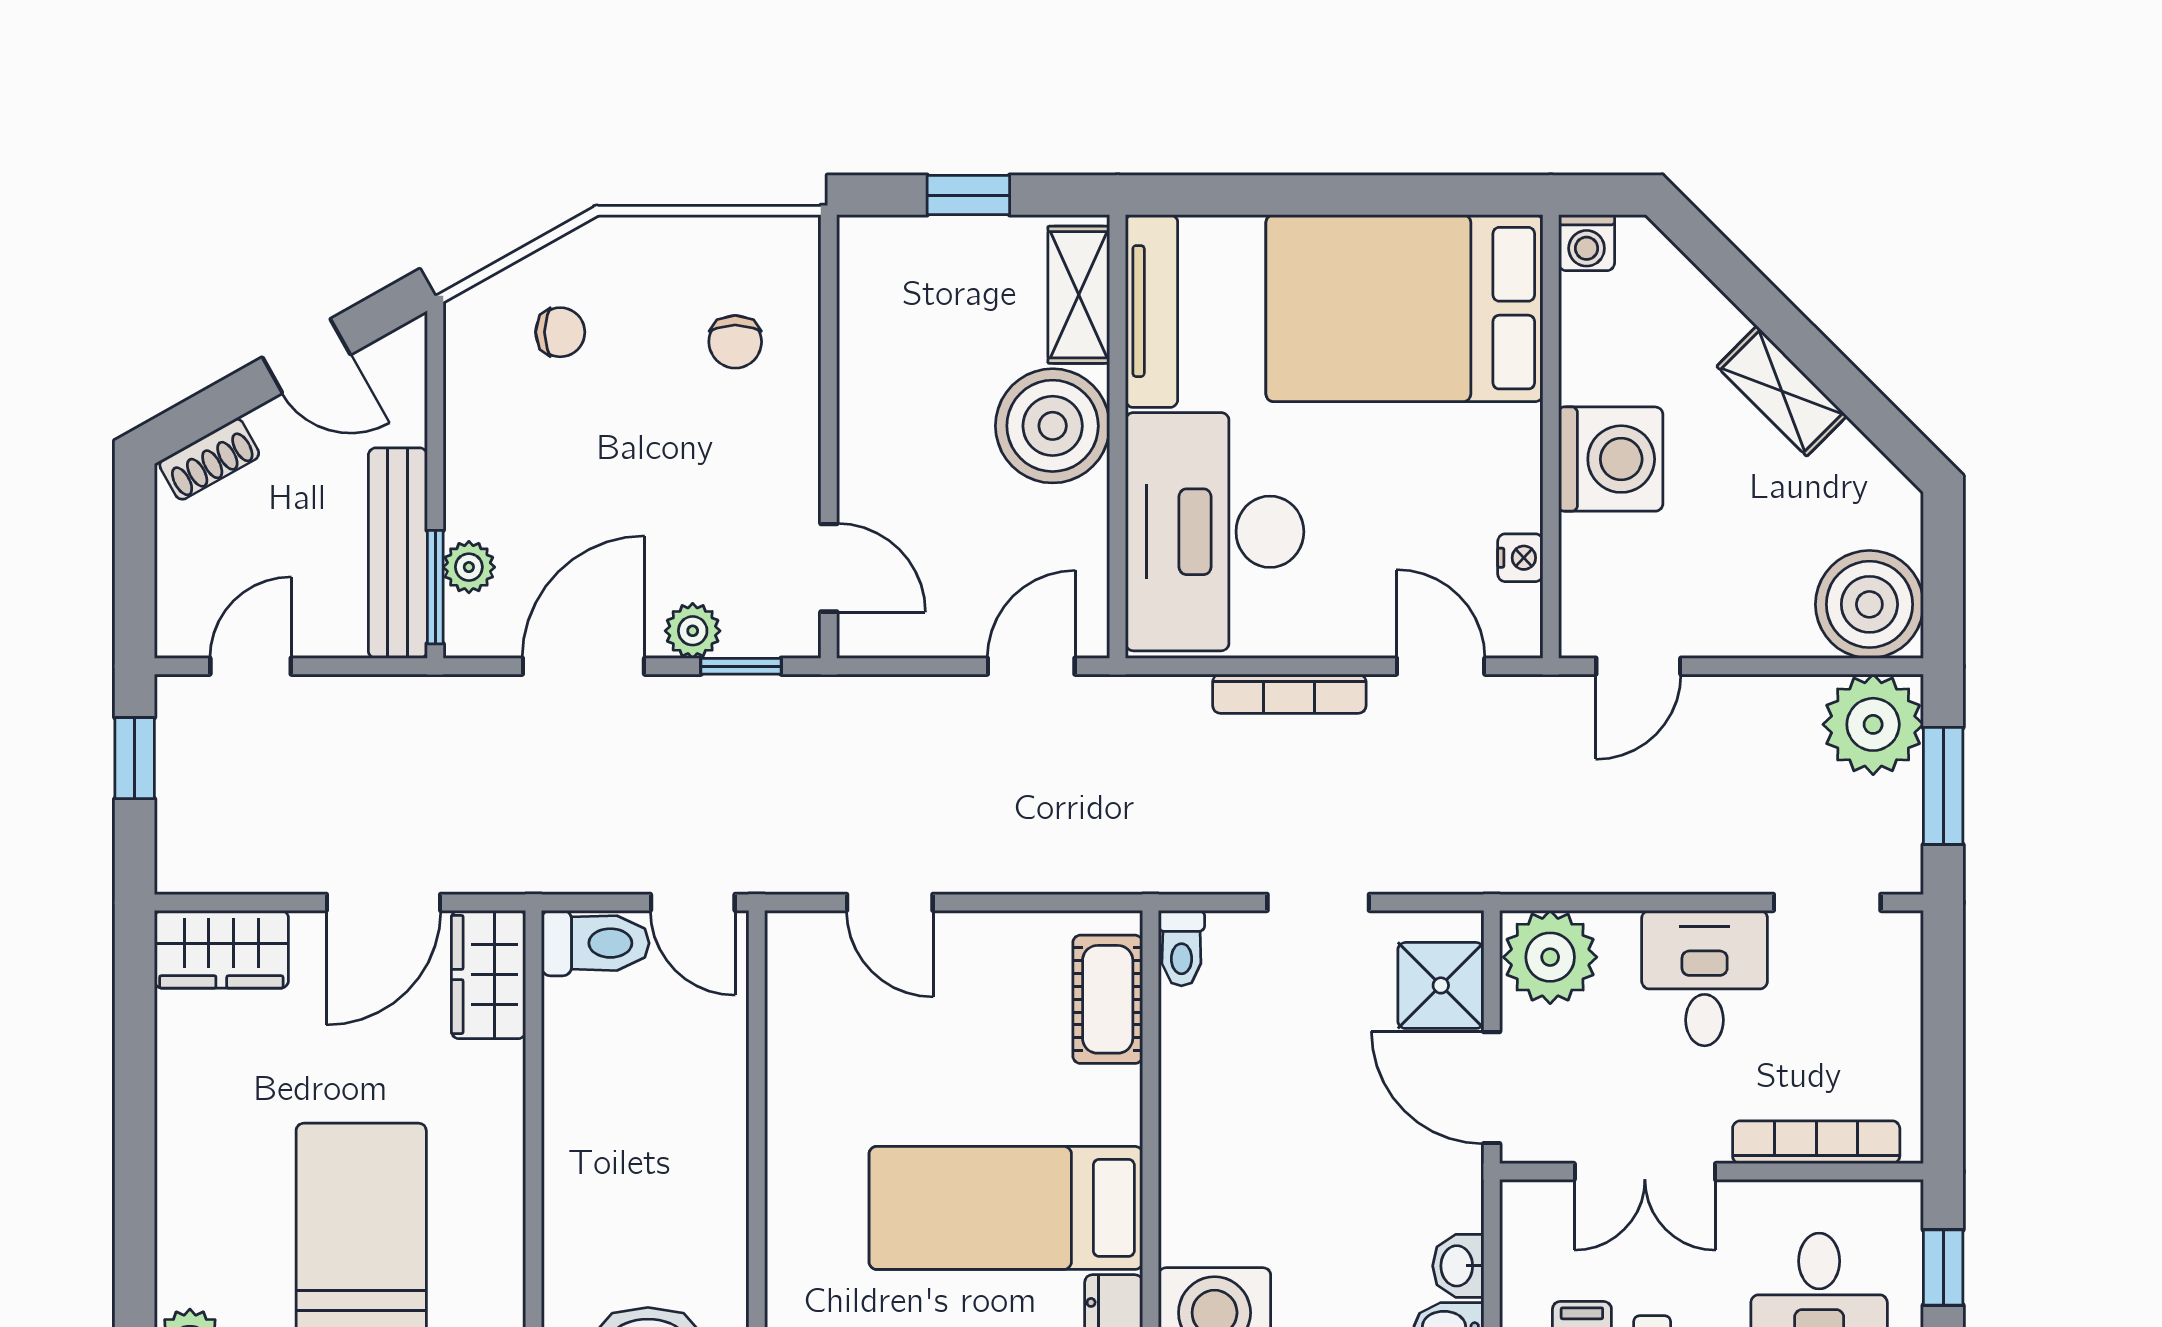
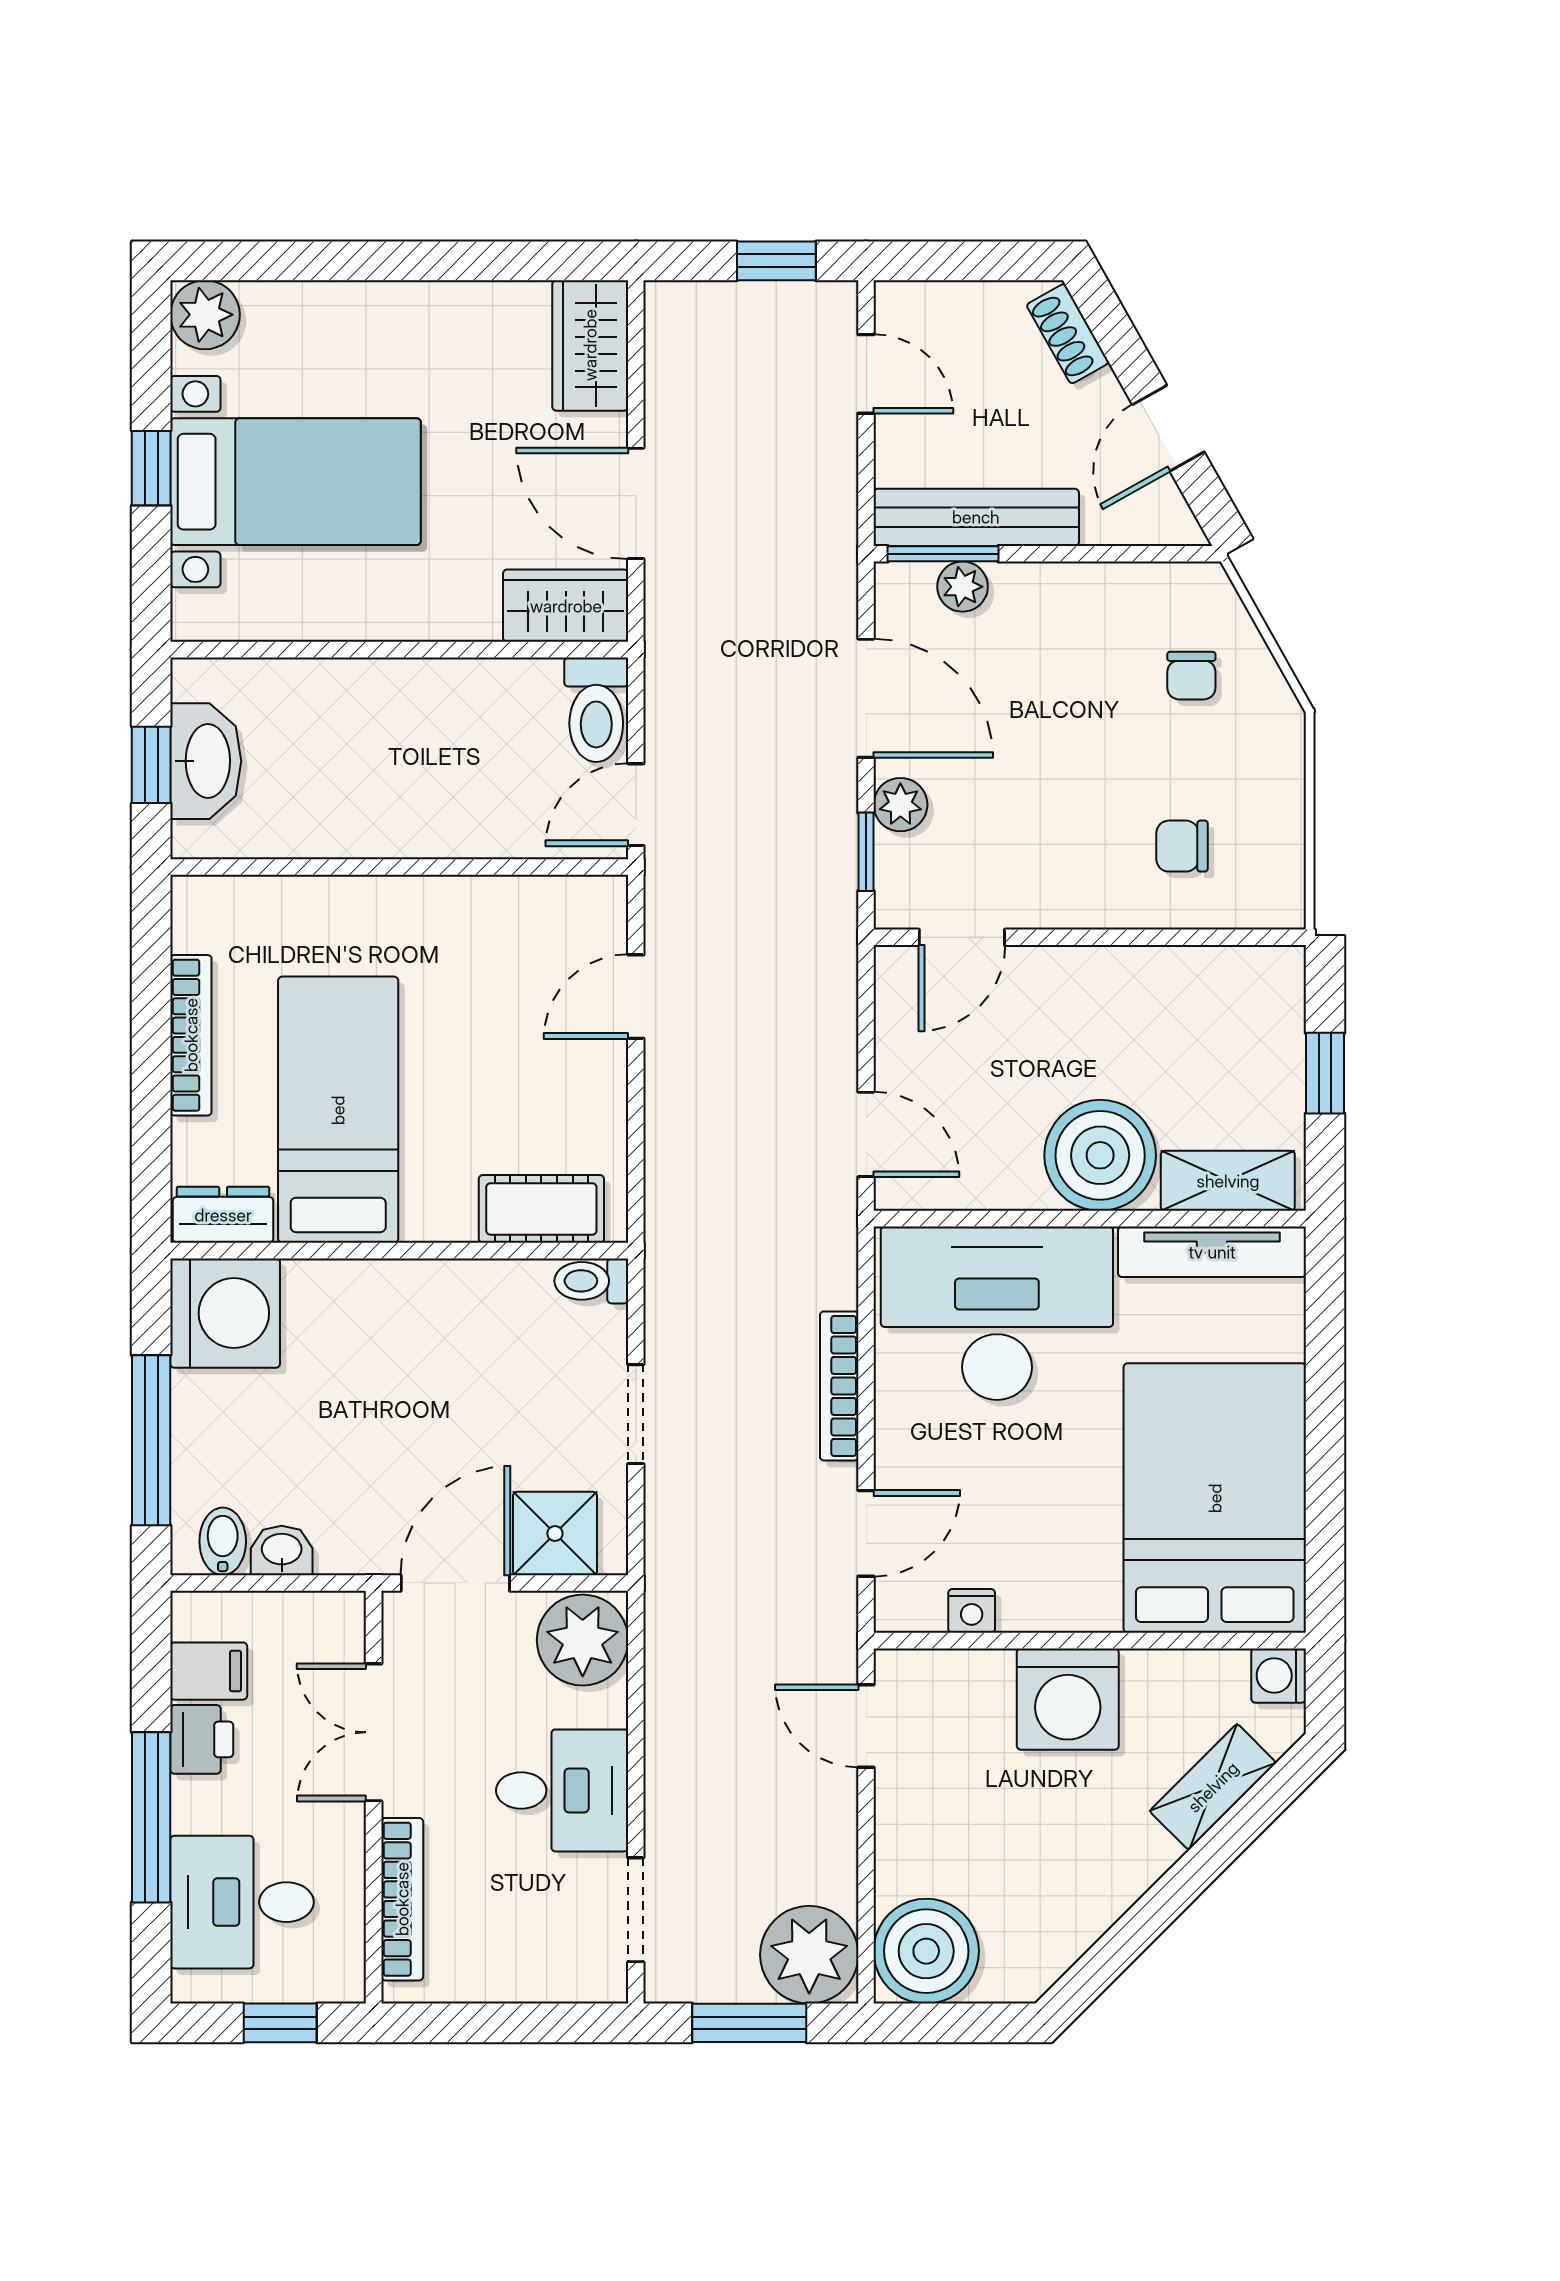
shelving: (1782, 391) -> (1213, 1787), moved

